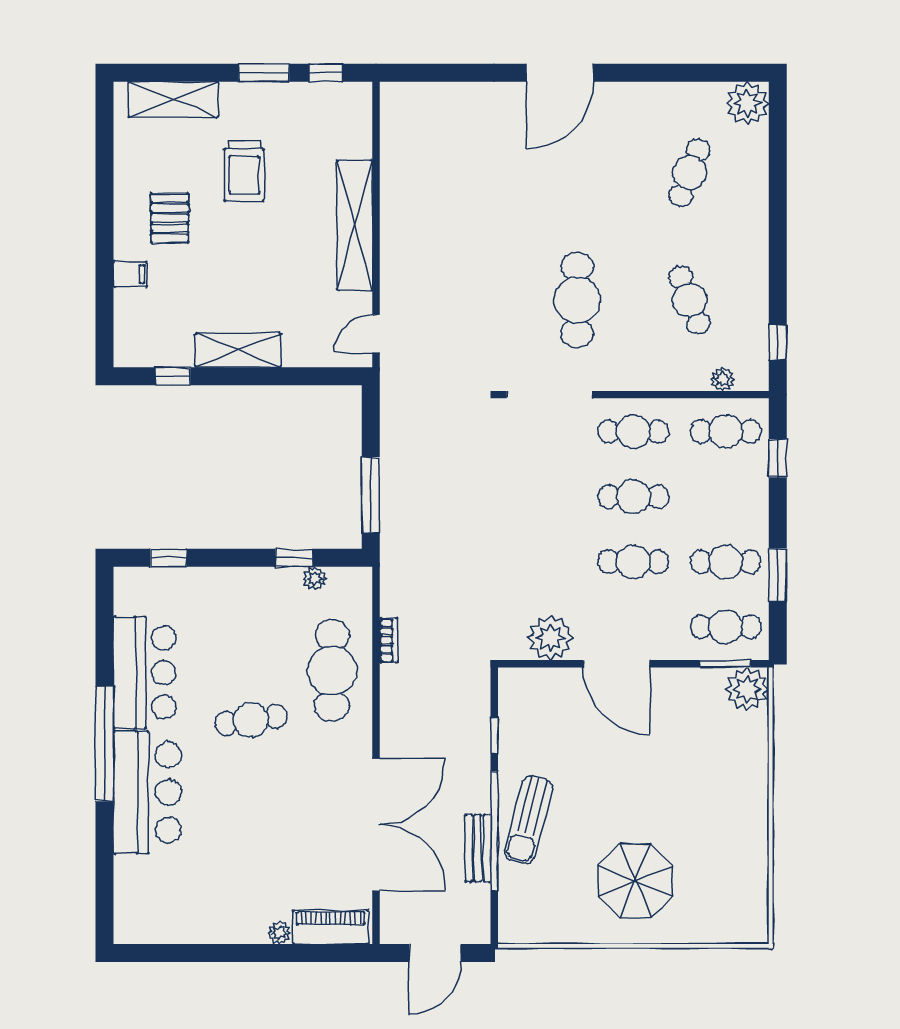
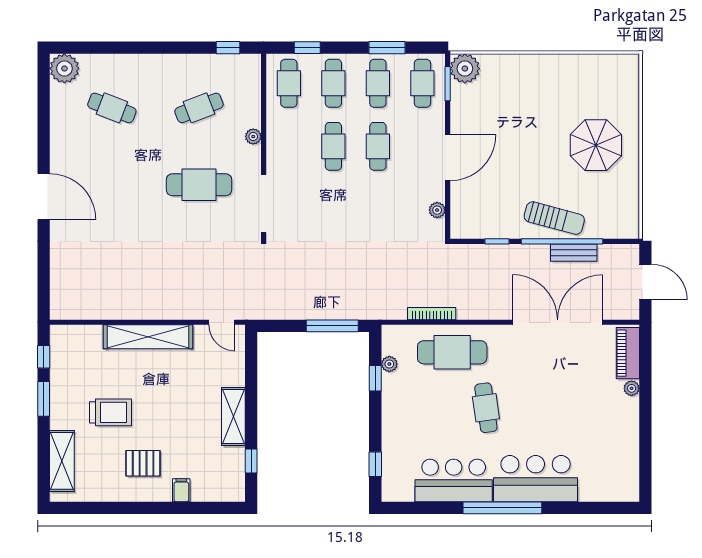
plant: (723, 379) -> (253, 137), moved
cafe table: (633, 431) -> (333, 83), moved
plant: (550, 638) -> (437, 210), width x0.53, depth x0.53
bookcase: (389, 640) -> (432, 314), width x1.56

